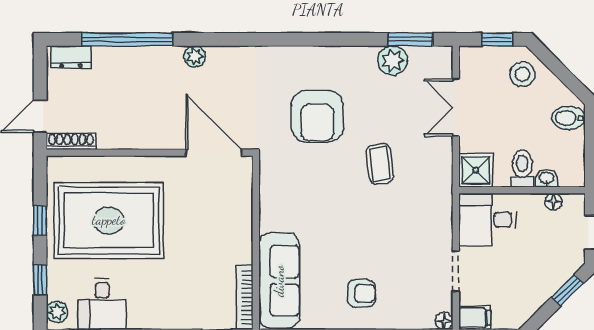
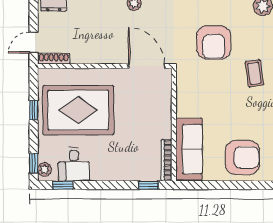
window: (40, 280) -> (34, 163), moved
armchair: (361, 293) -> (242, 158), width x1.88, depth x1.88

